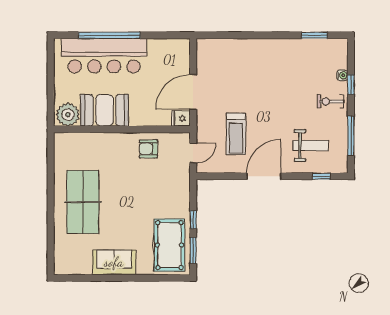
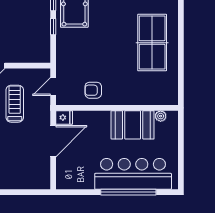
plant: (68, 115) -> (161, 116), width x0.53, depth x0.53
armchair: (148, 149) -> (93, 90), turned 180

